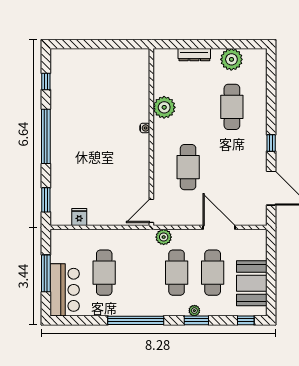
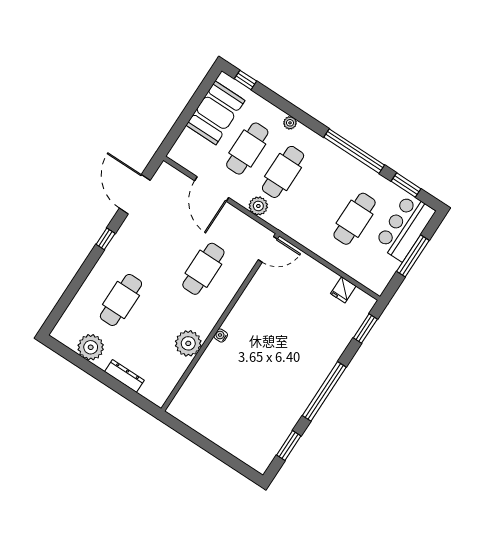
window: (46, 82) -> (289, 446), width x1.50
plant: (164, 237) -> (258, 206), moved
window: (196, 320) -> (406, 185), moved

